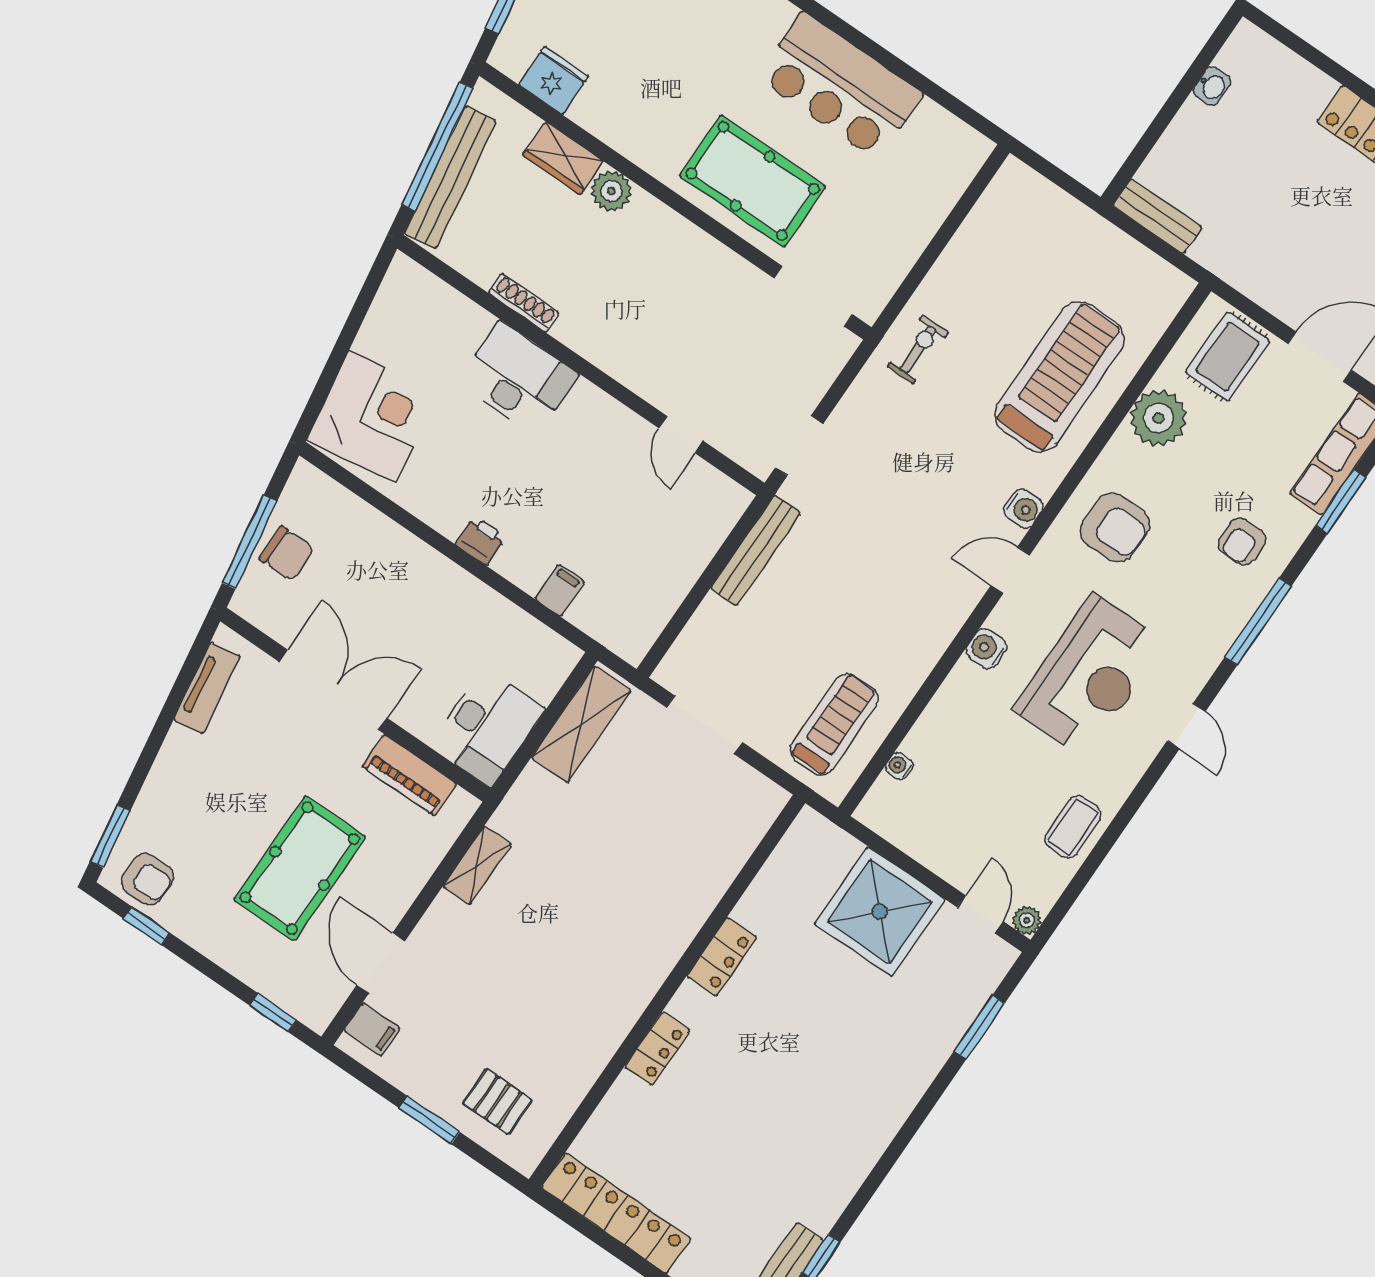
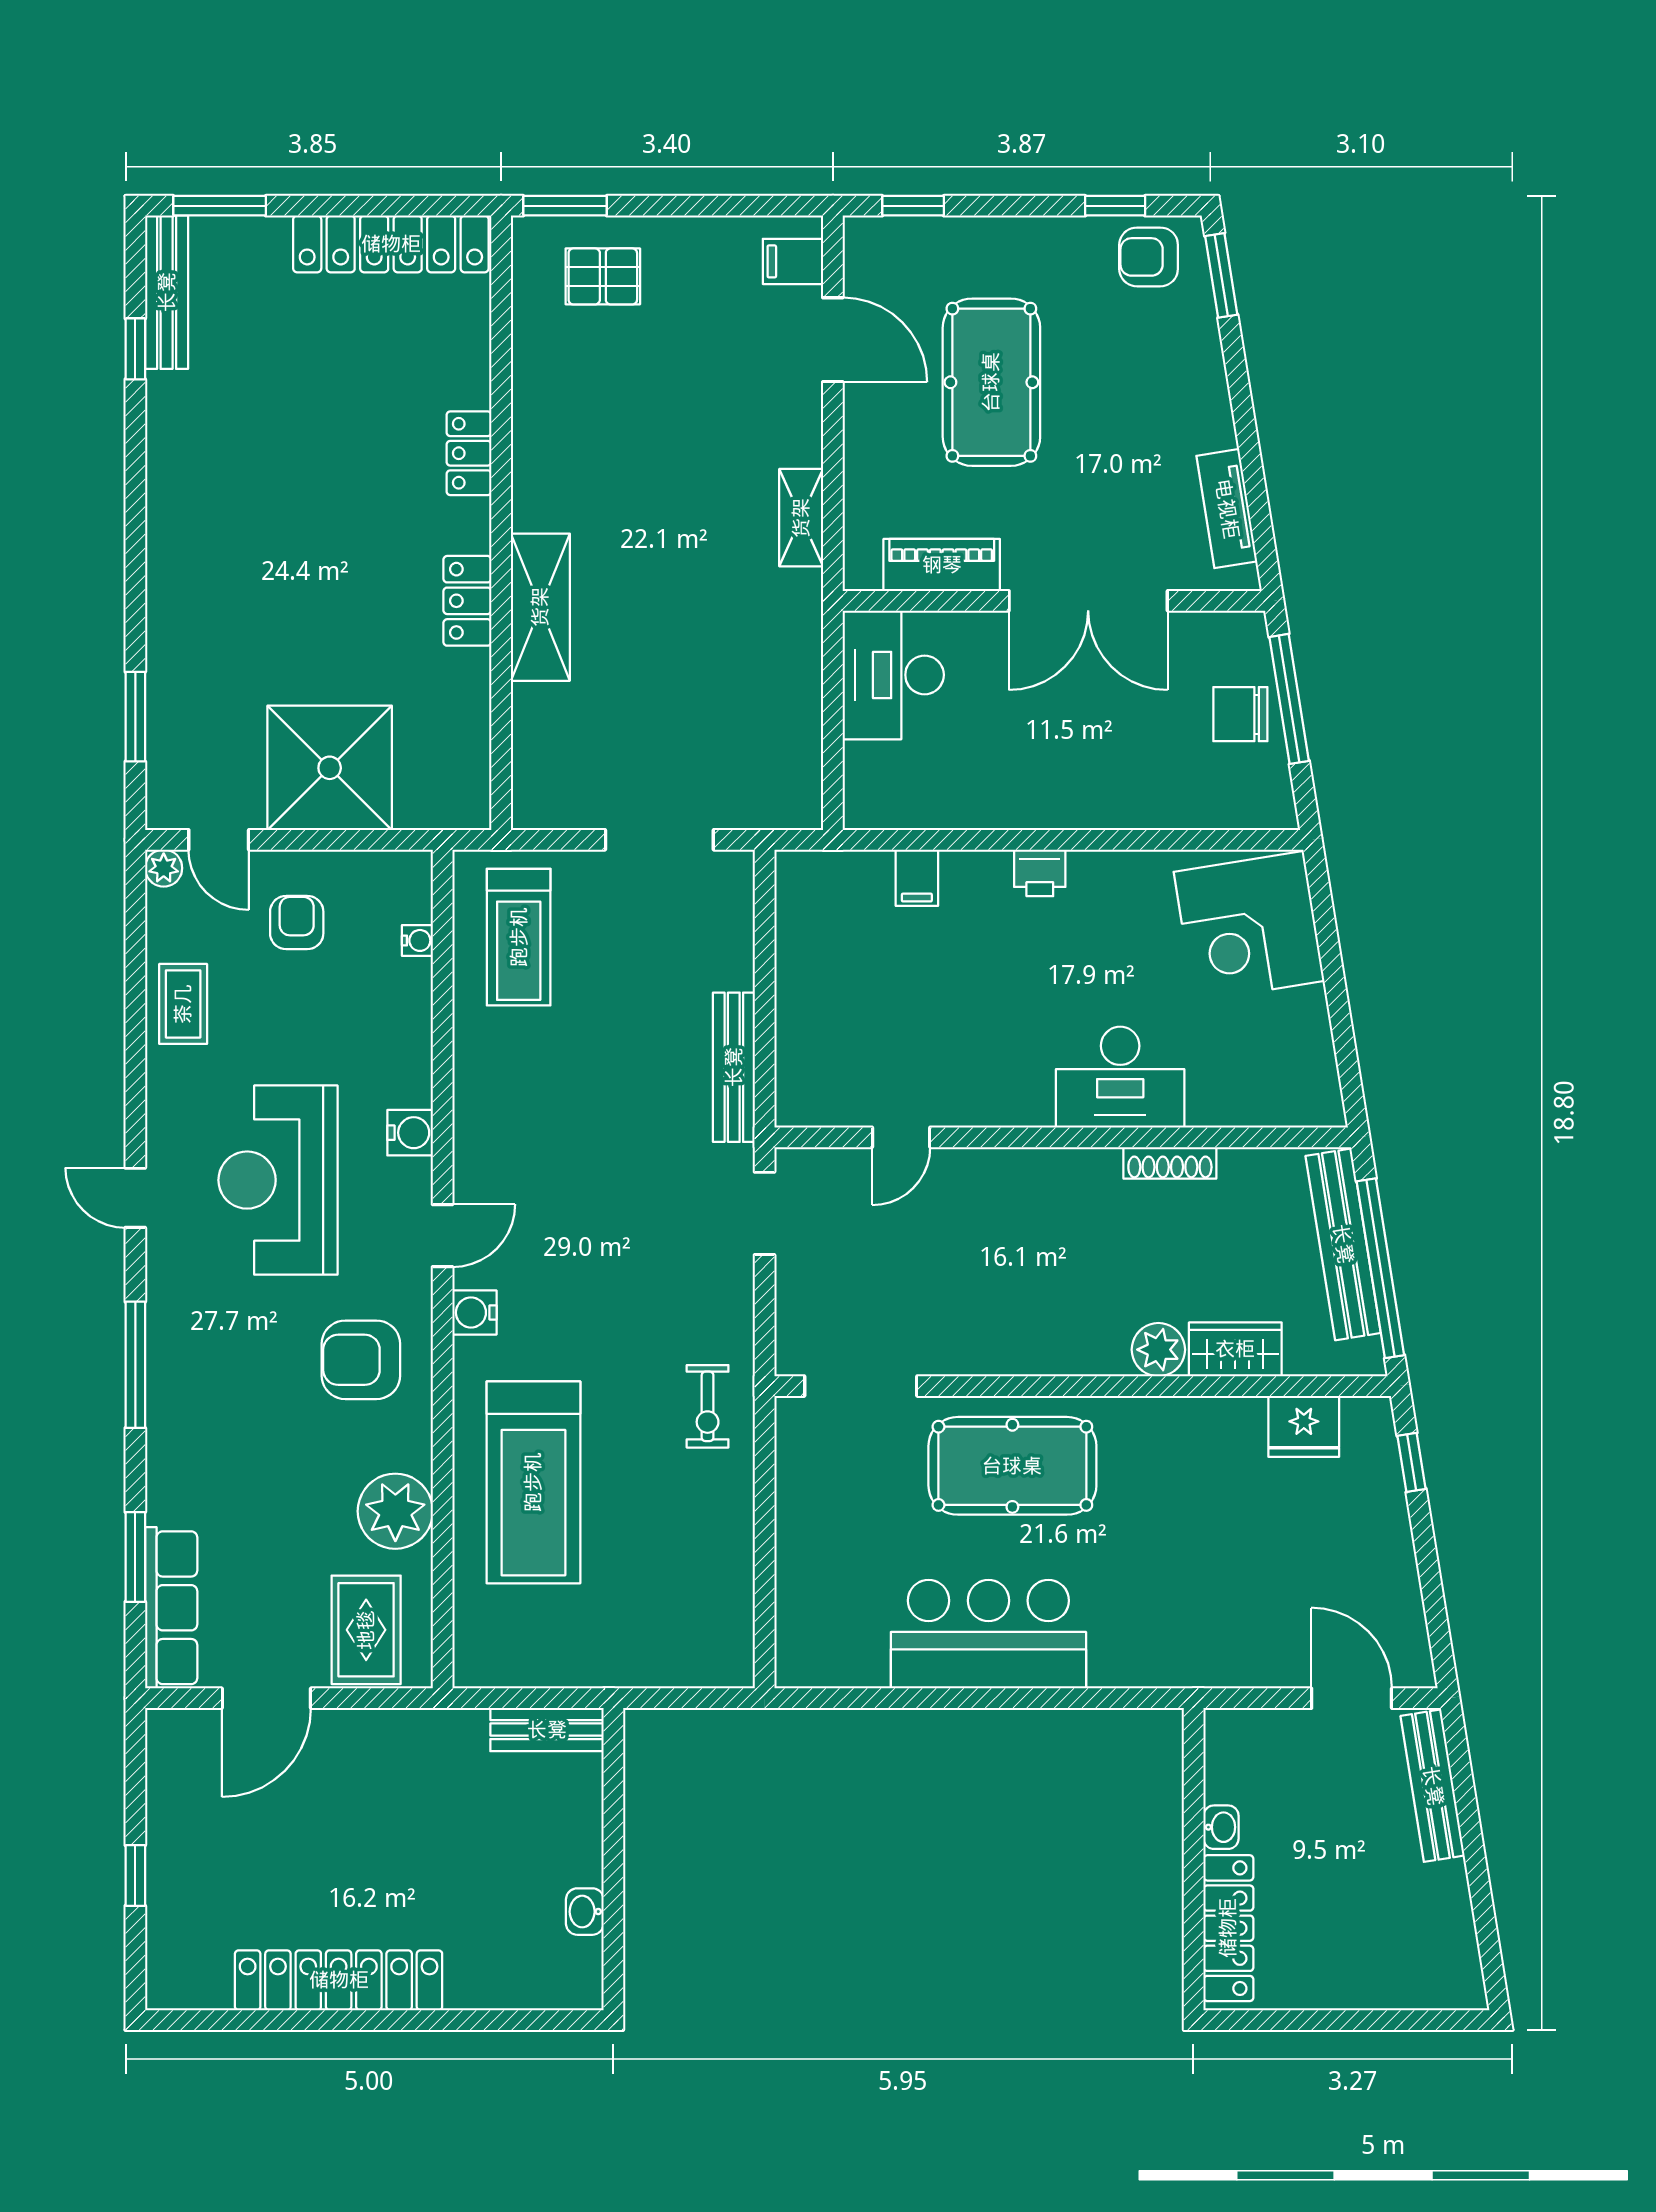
door: (681, 435) -> (901, 1137), swing flipped
armchair: (1242, 541) -> (297, 923), moved
shelving: (581, 724) -> (540, 607), moved
window: (429, 1120) -> (565, 206), moved

